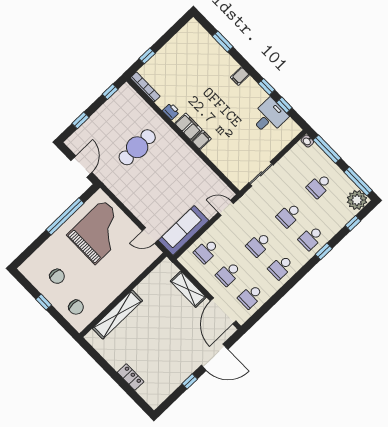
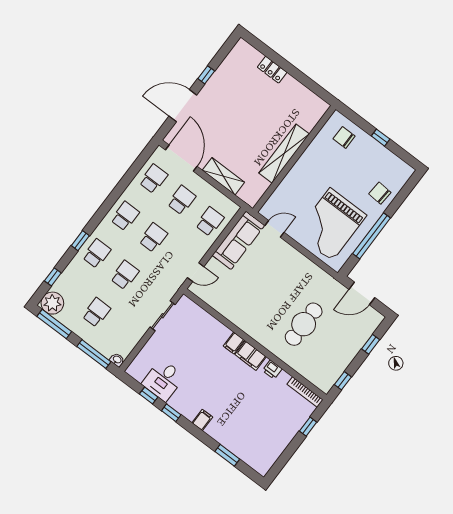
door: (81, 167) -> (362, 293), hinge flipped
chair: (57, 276) -> (380, 193), moved
shelving: (117, 314) -> (284, 154), moved

